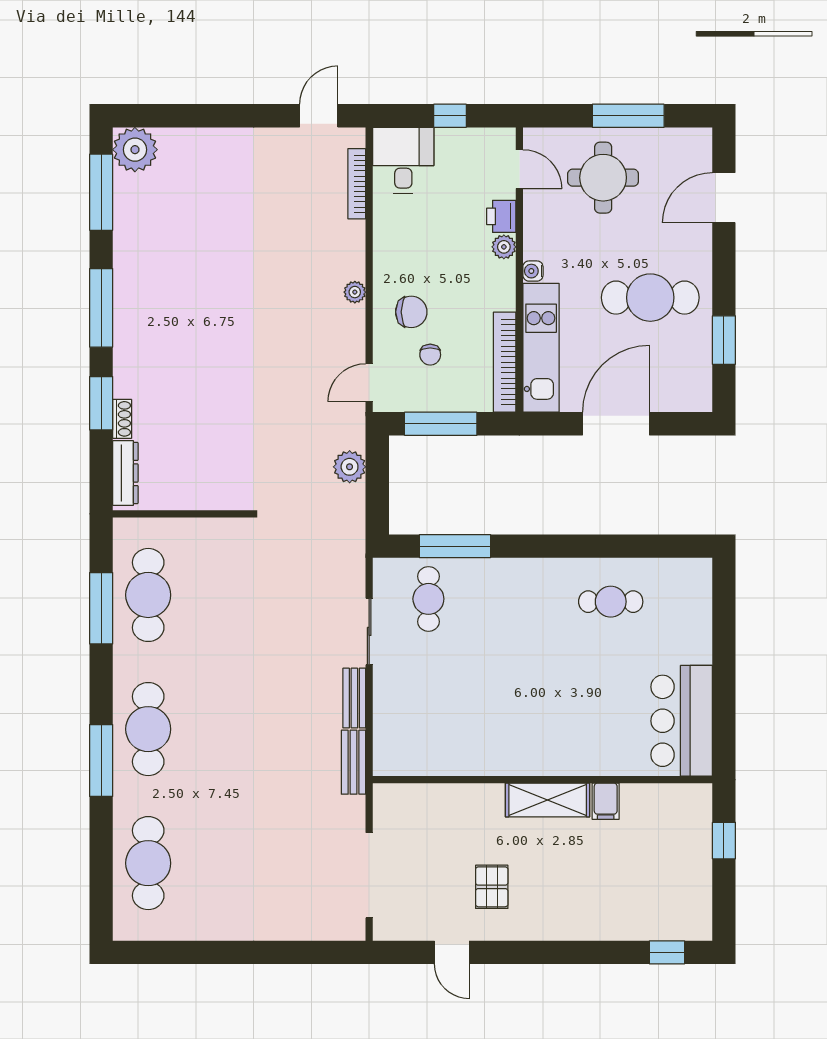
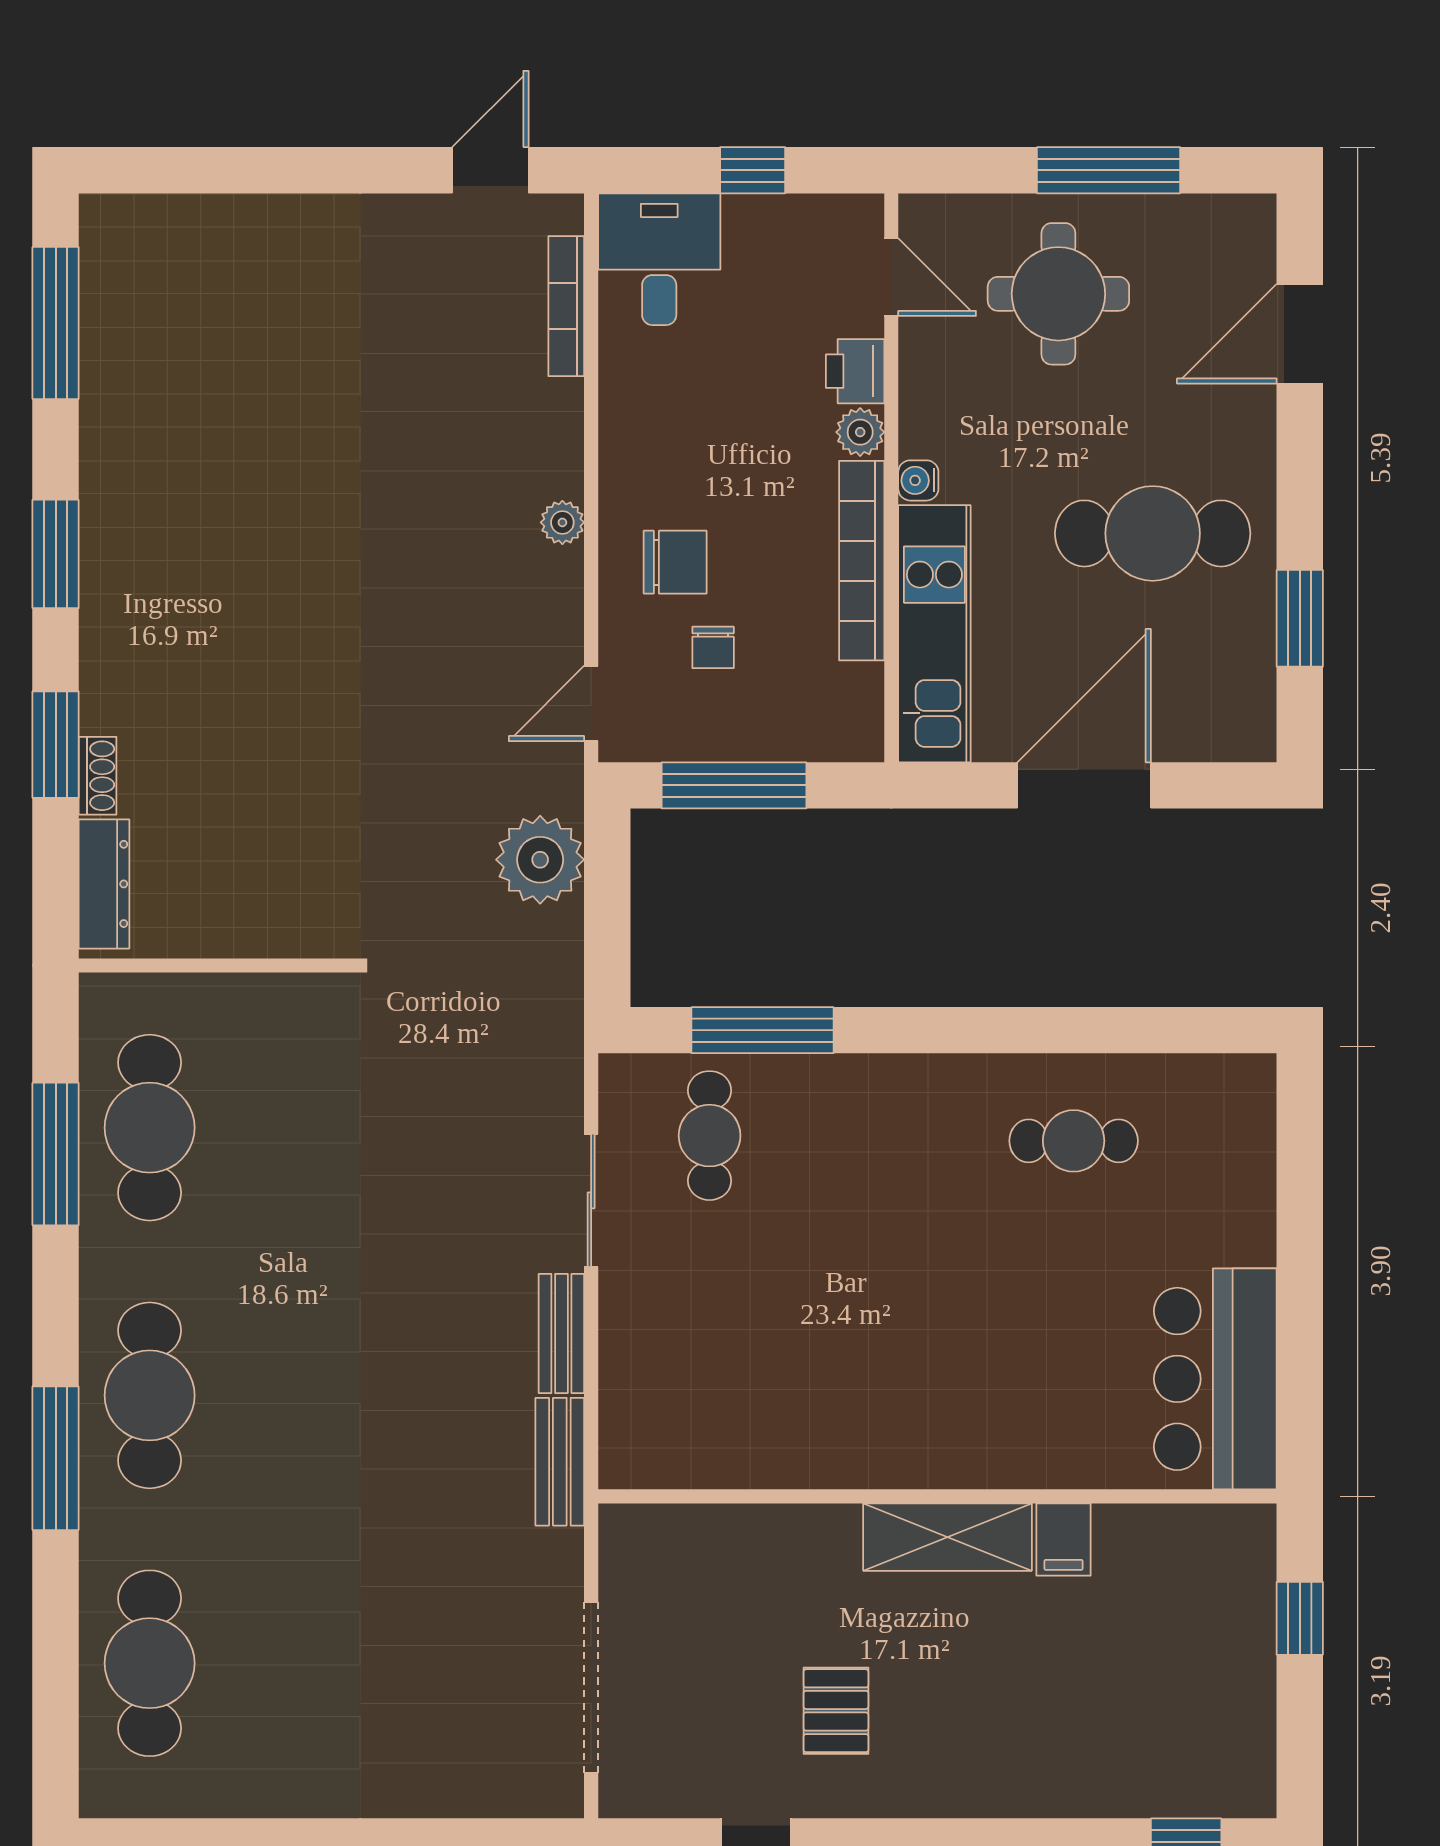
plant: (135, 150) -> (123, 238), removed
window: (101, 308) -> (56, 554), width x0.69
bookcase: (505, 362) -> (862, 561), moved
plant: (350, 467) -> (540, 860), width x1.36, depth x1.36

